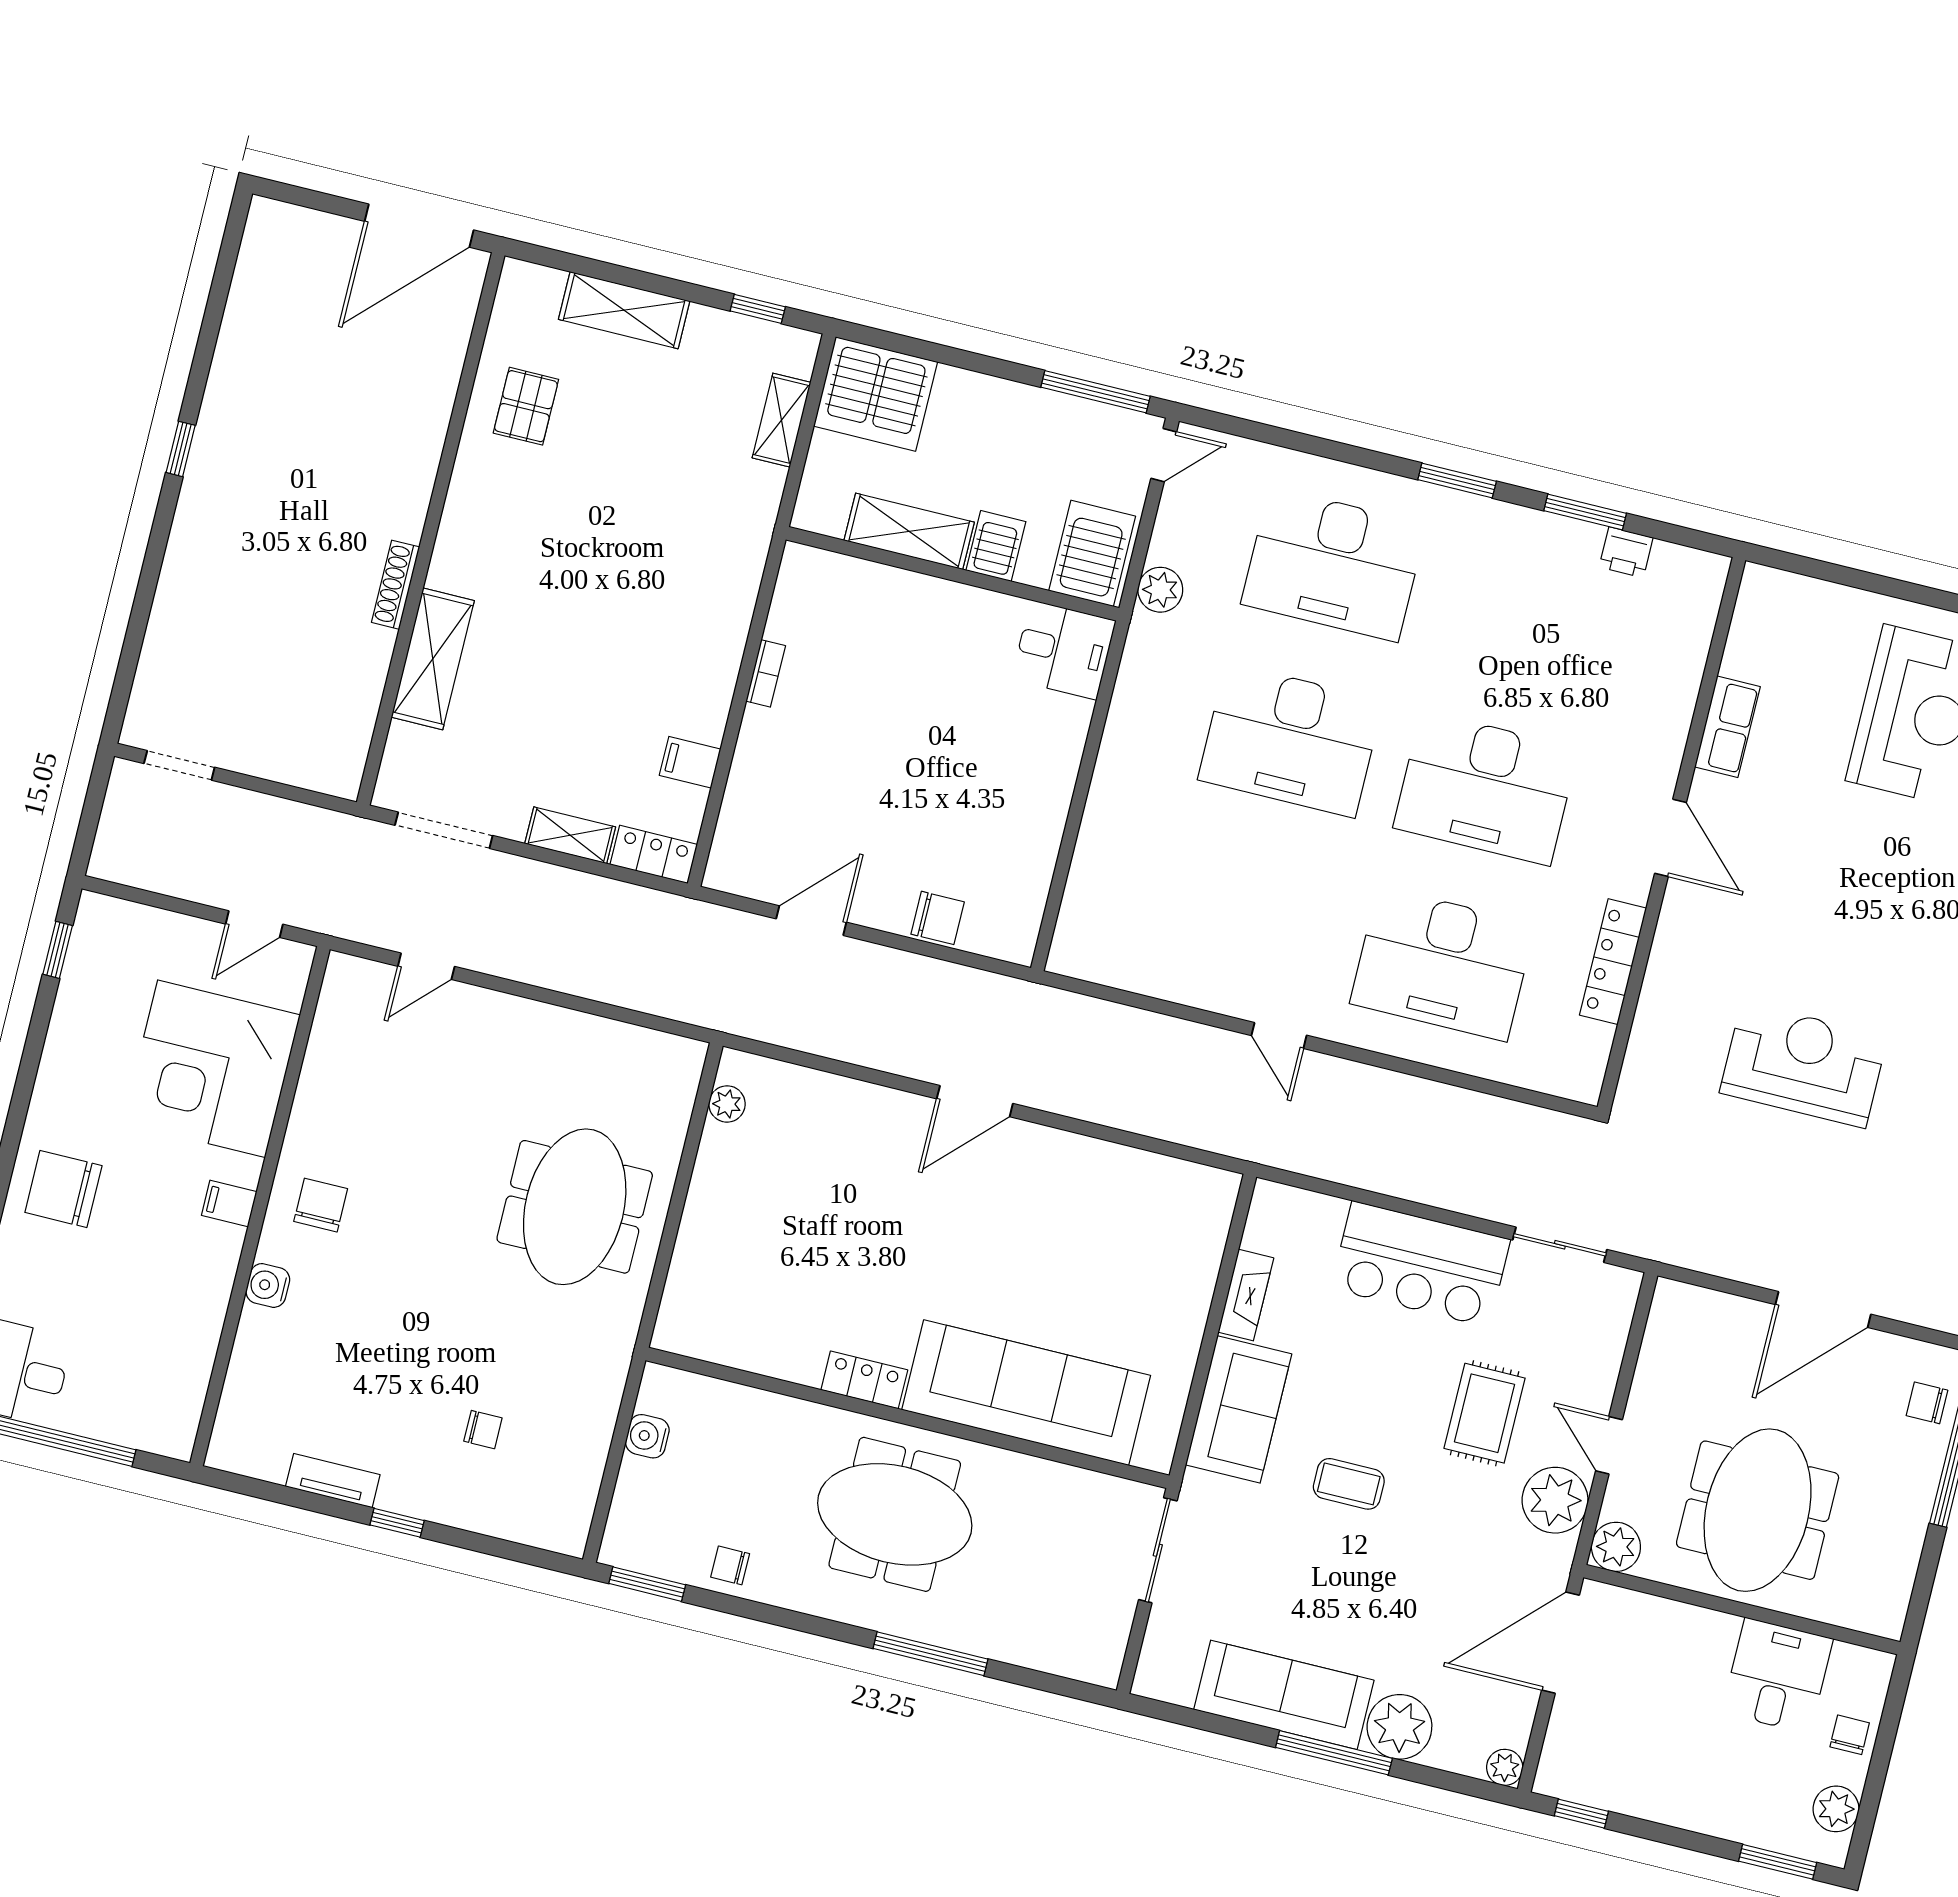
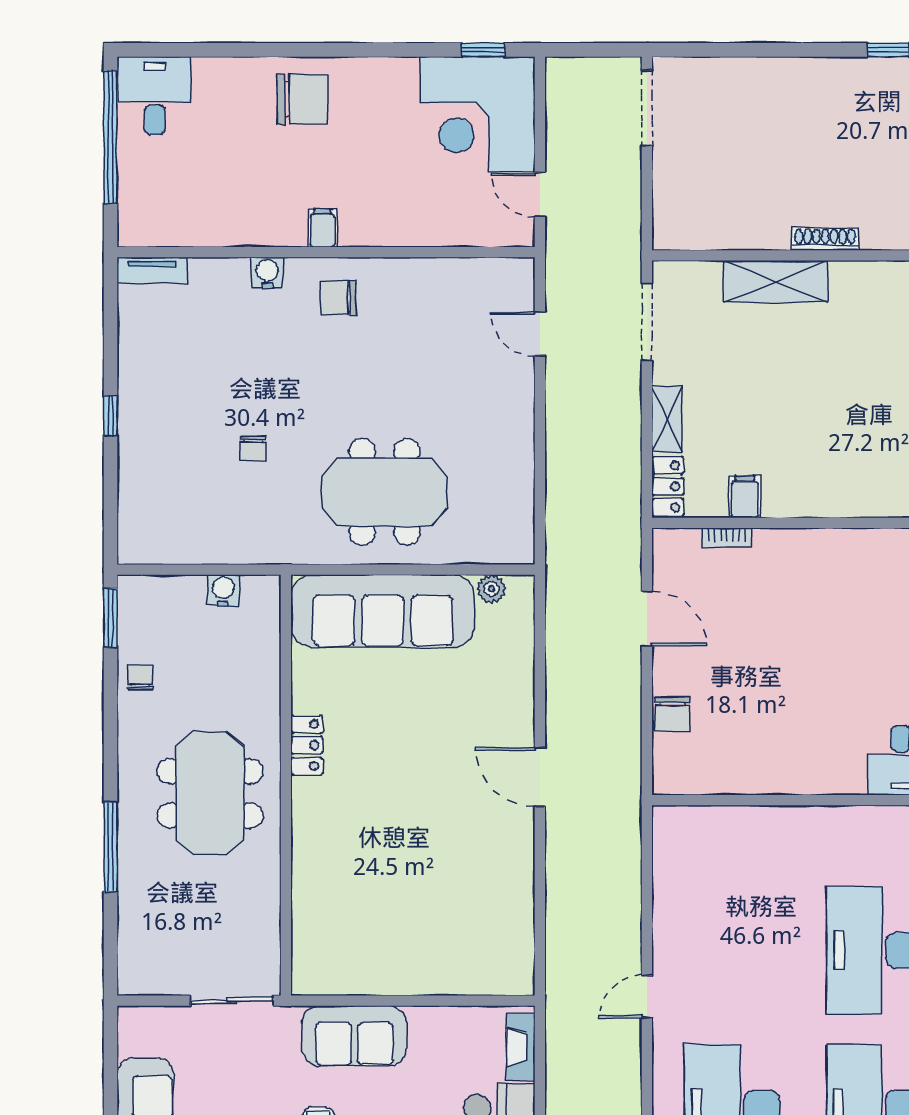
bookcase: (766, 673) -> (726, 538), moved
doorway: (179, 765) -> (647, 108), width x1.38
corner desk: (211, 1069) -> (477, 114), moved, turned -90
chair: (63, 1189) -> (302, 99), turned 90
chair: (321, 1205) -> (338, 298), turned 180
fireplace: (1246, 1295) -> (521, 1047), moved, turned 90
sofa: (1026, 1393) -> (383, 611), moved, turned 90
chair: (483, 1430) -> (253, 449), moved
tv unit: (333, 1481) -> (152, 270), moved, turned 90

